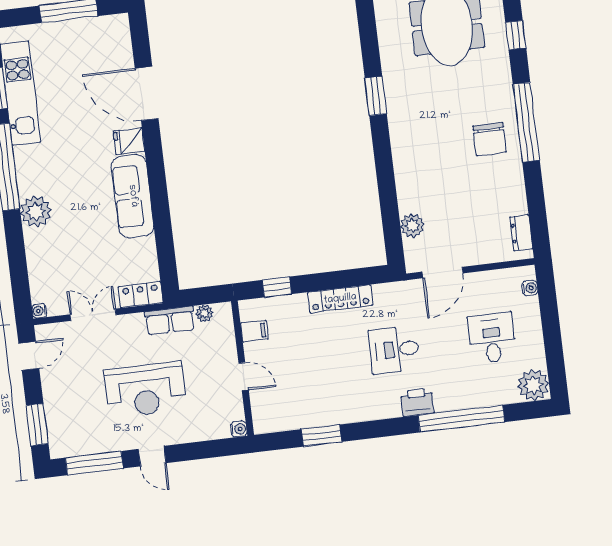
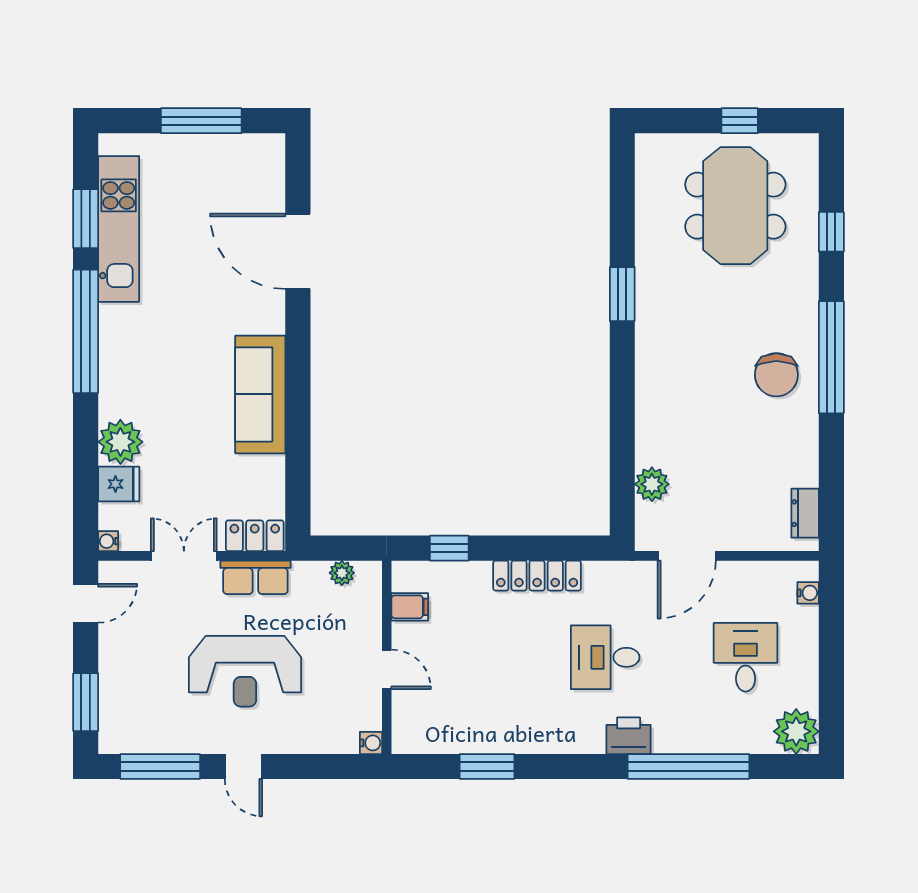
fridge: (129, 141) -> (119, 484), moved, turned 180
plant: (36, 212) -> (120, 442), moved
row of seats: (170, 321) -> (255, 577), moved

